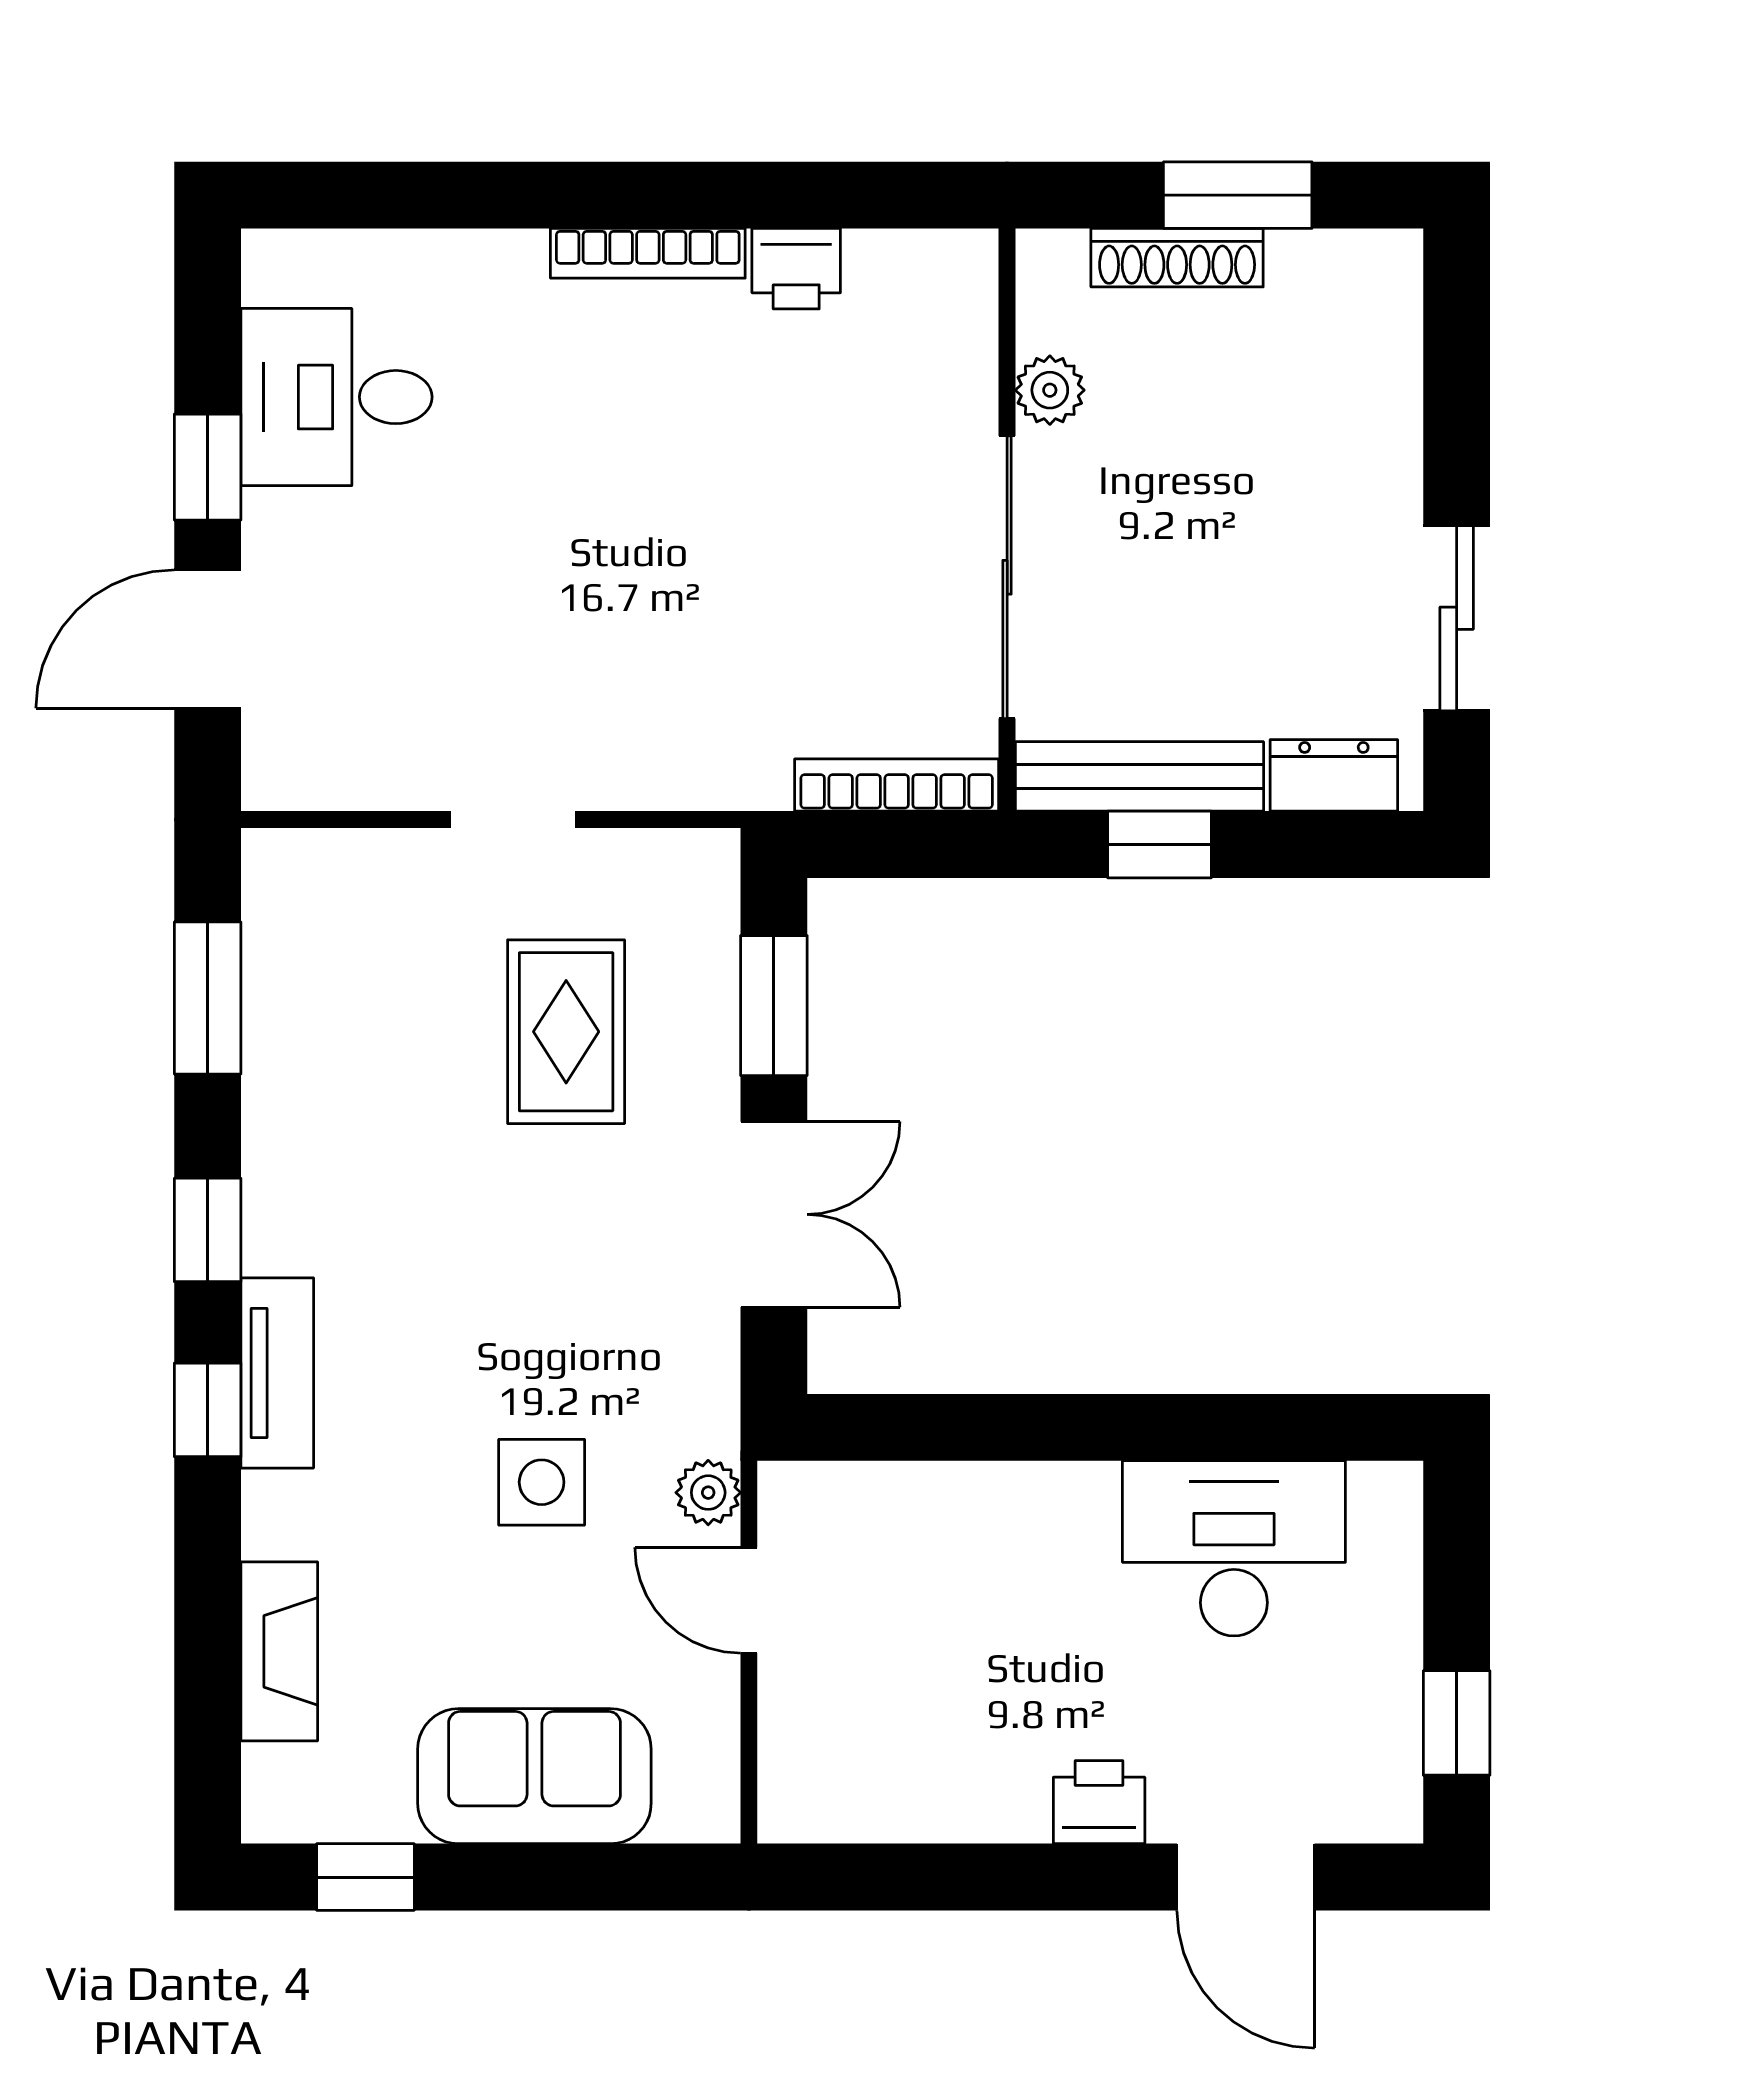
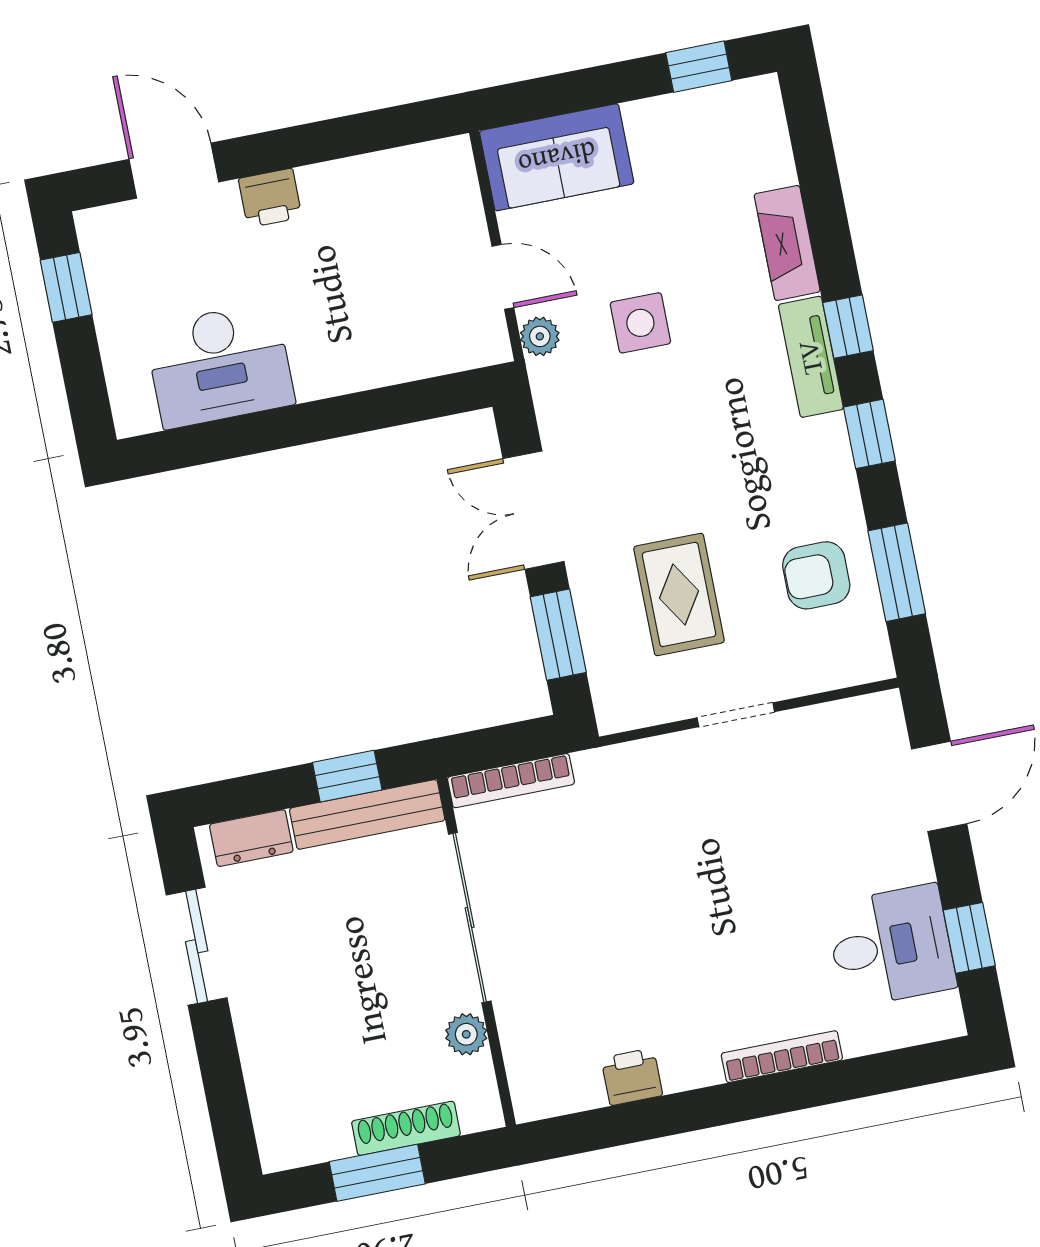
bookcase: (648, 253) -> (782, 1057), moved
window: (208, 467) -> (969, 938), moved
armchair: (339, 1019) -> (816, 575), added
fireplace: (279, 1651) -> (787, 243), moved
sofa: (534, 1776) -> (557, 157), moved

